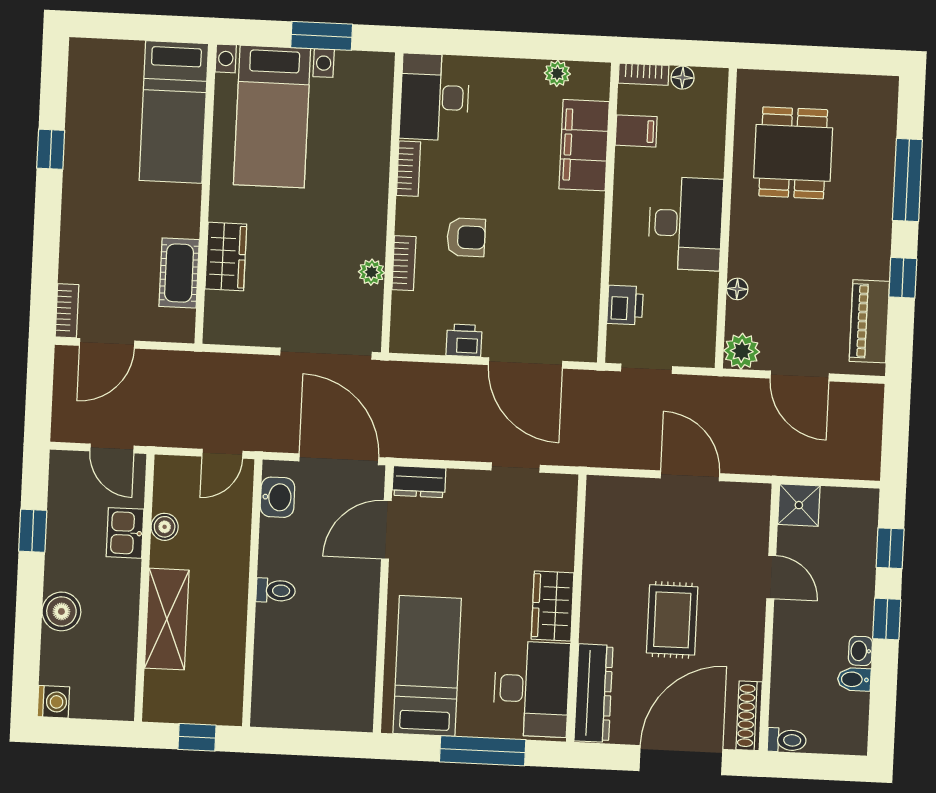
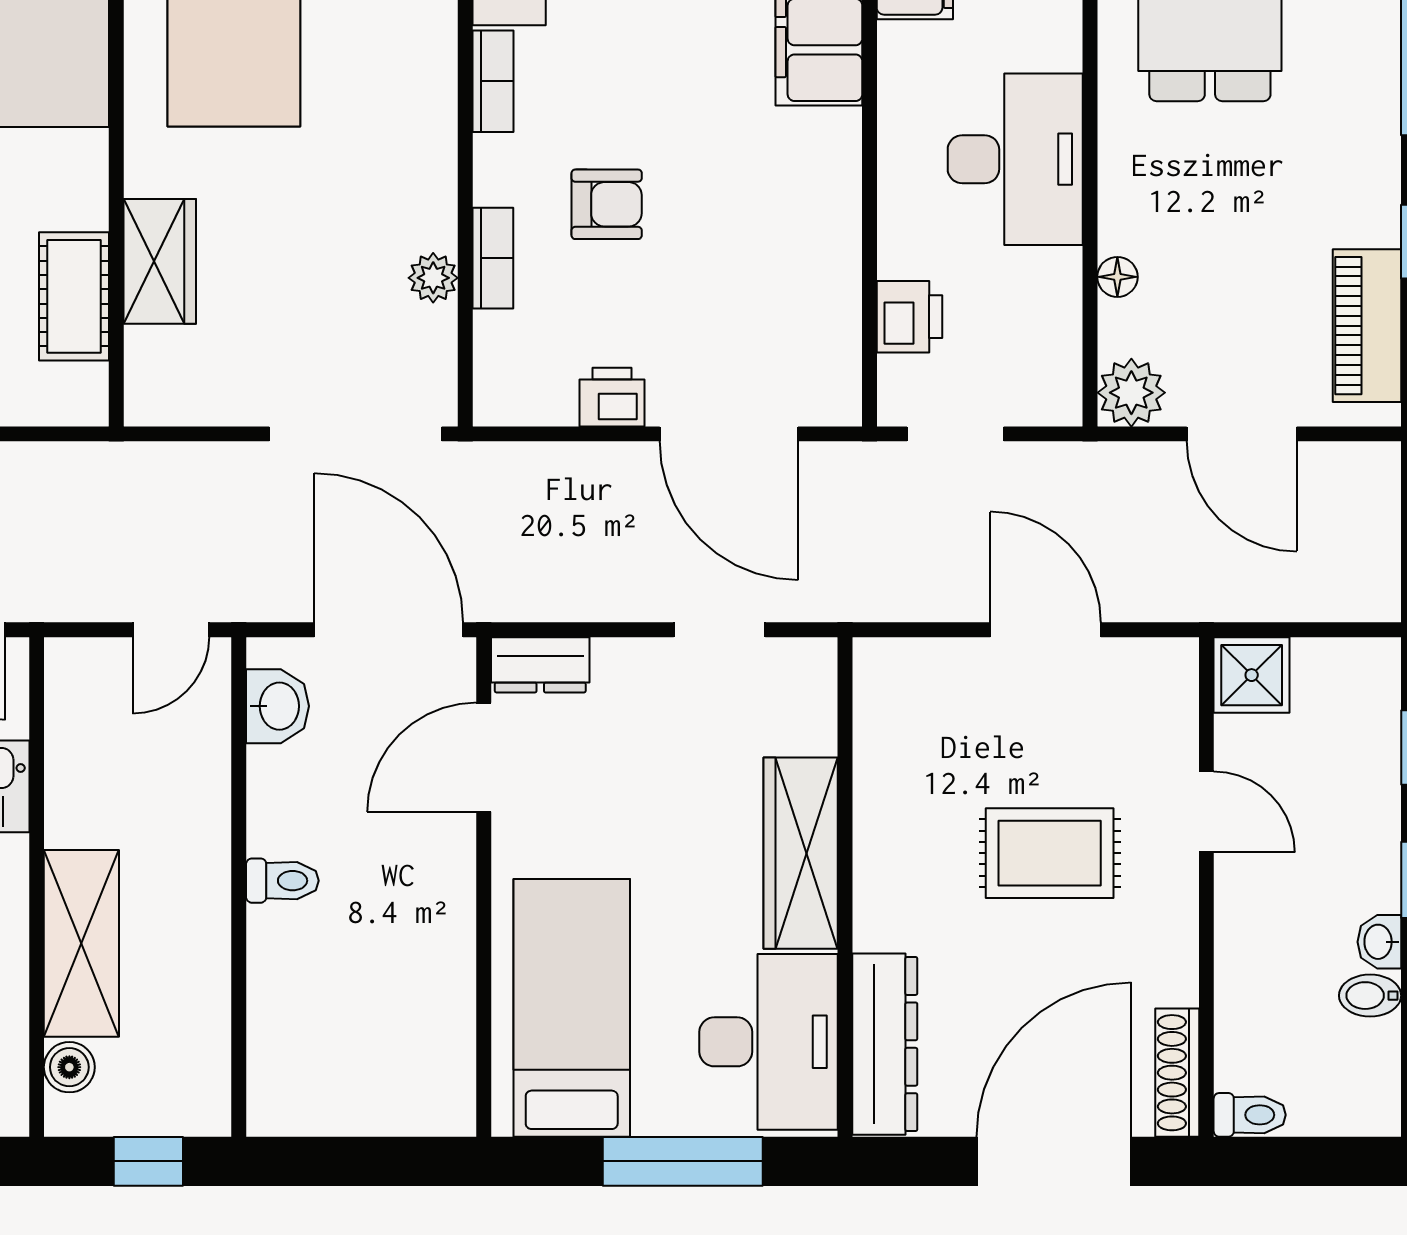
boiler: (165, 527) -> (69, 1067), moved
wardrobe: (553, 606) -> (801, 853), width x1.50
rug: (672, 620) -> (1050, 853), moved, turned 90

